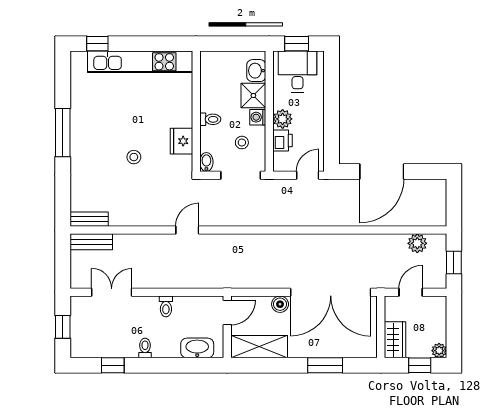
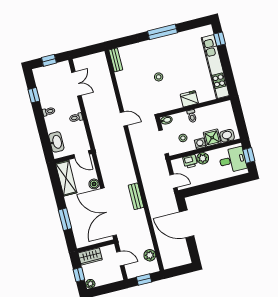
fridge: (181, 141) -> (189, 99), moved
bench: (91, 242) -> (136, 196), moved

